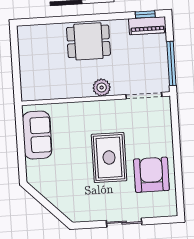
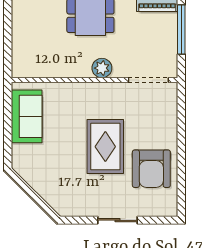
window: (171, 63) -> (181, 29), moved
armchair: (151, 175) -> (151, 169), turned 180

